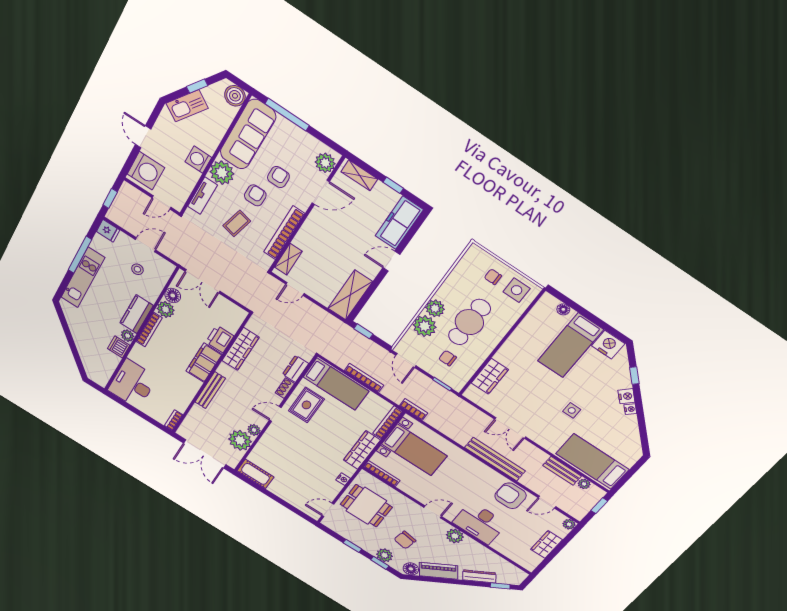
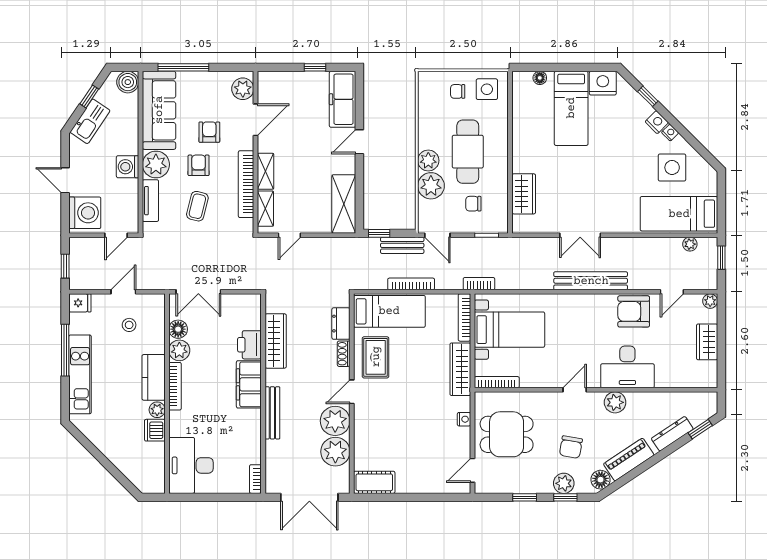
shelving: (359, 175) -> (266, 171), moved, turned 90
side table: (572, 410) -> (672, 167), moved, width x1.87, depth x1.87
plant: (254, 430) -> (335, 421), width x1.87, depth x1.87
bench: (562, 471) -> (402, 245), moved

